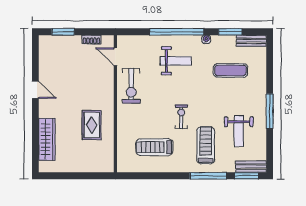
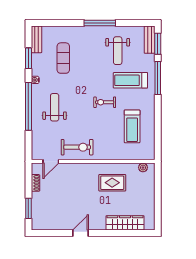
weight bench: (239, 131) -> (118, 51), turned 90
plant: (109, 159) -> (143, 168), added

